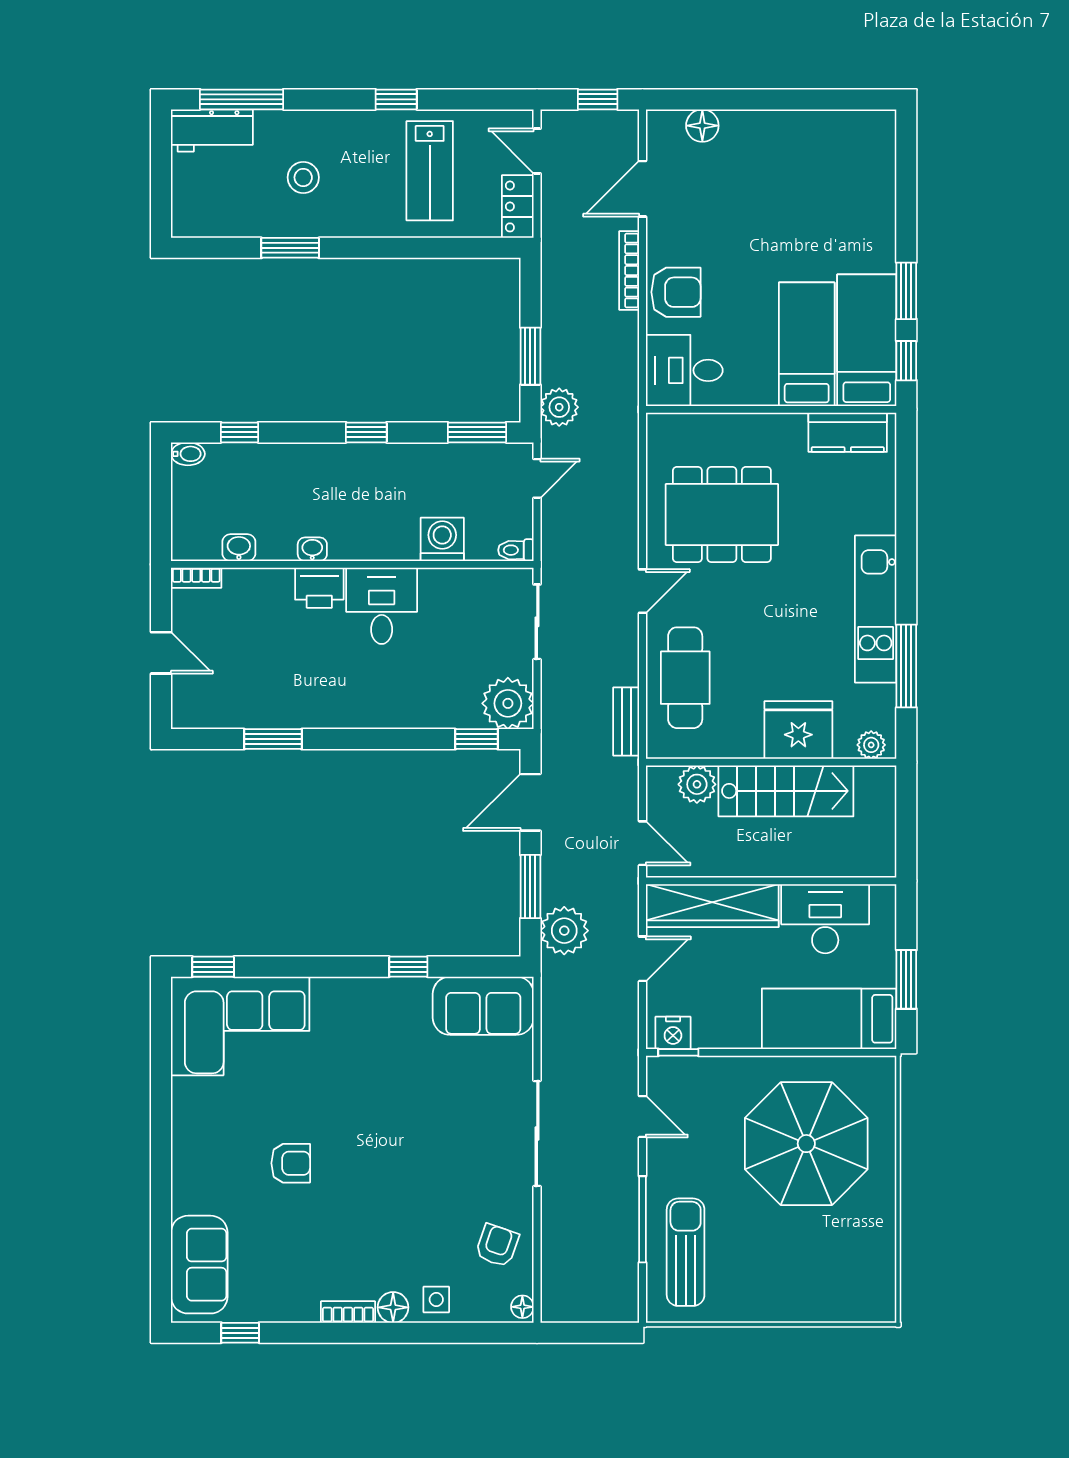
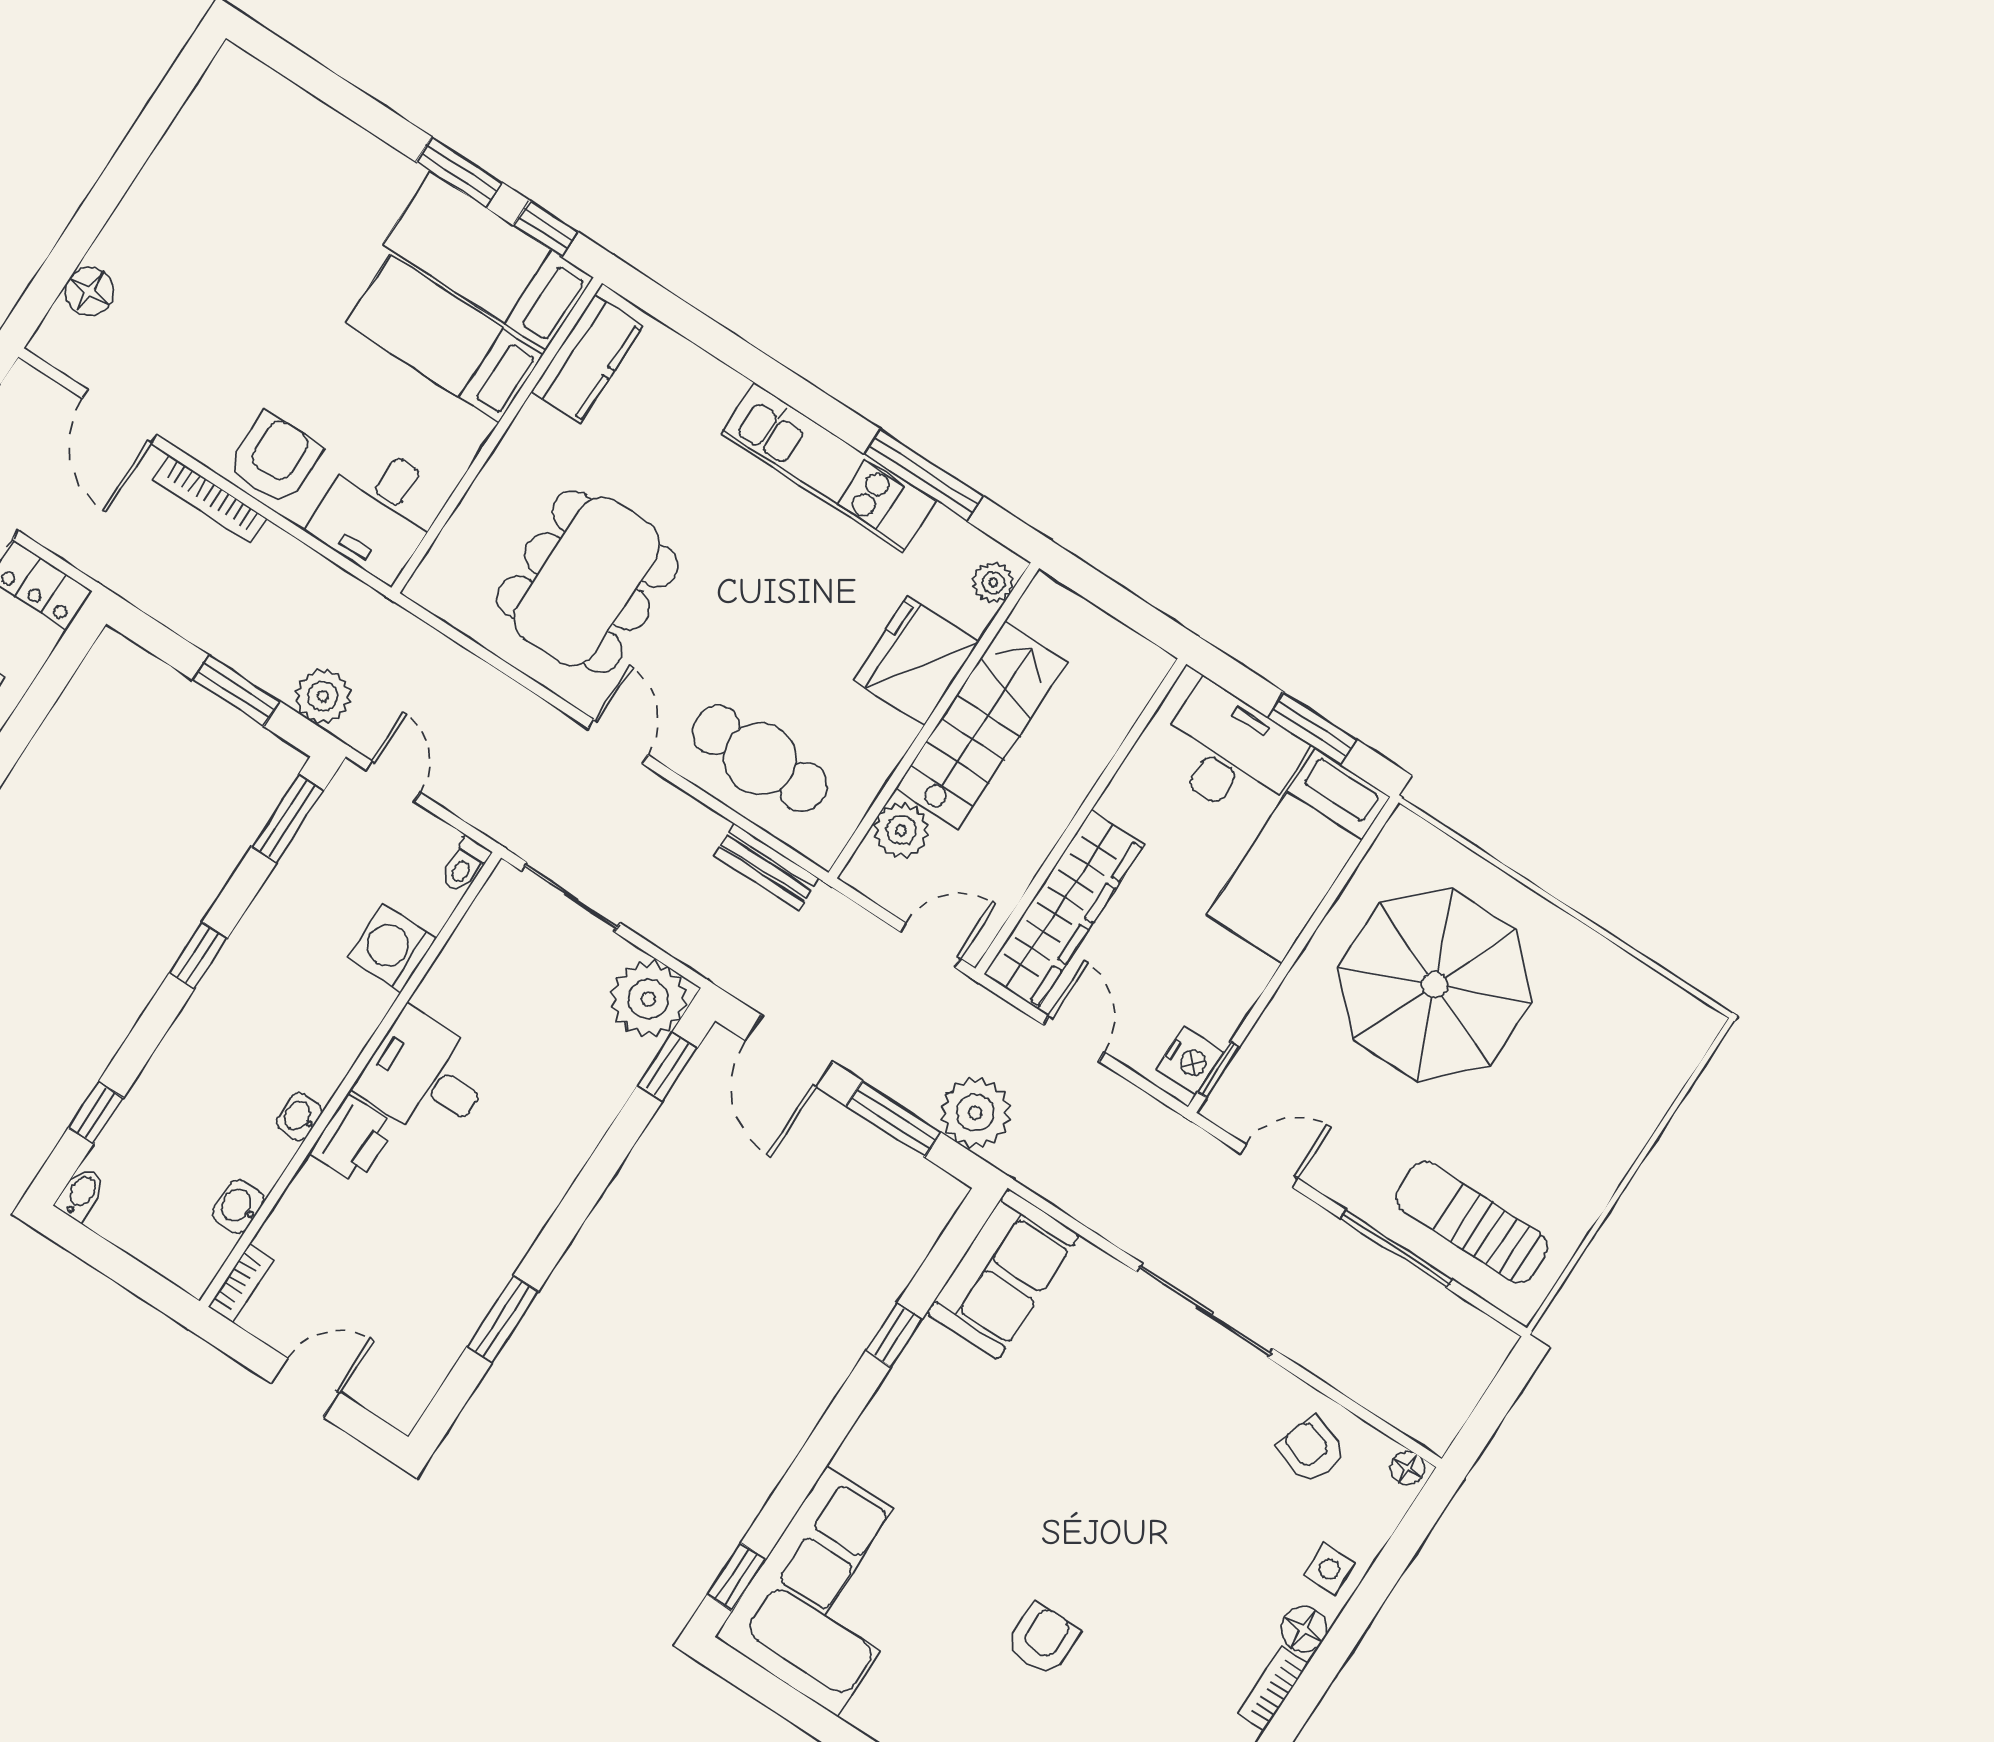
desk: (825, 919) -> (1230, 753), moved, turned 90

